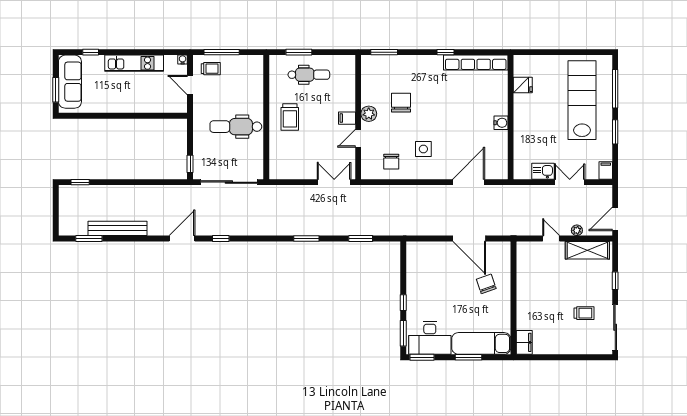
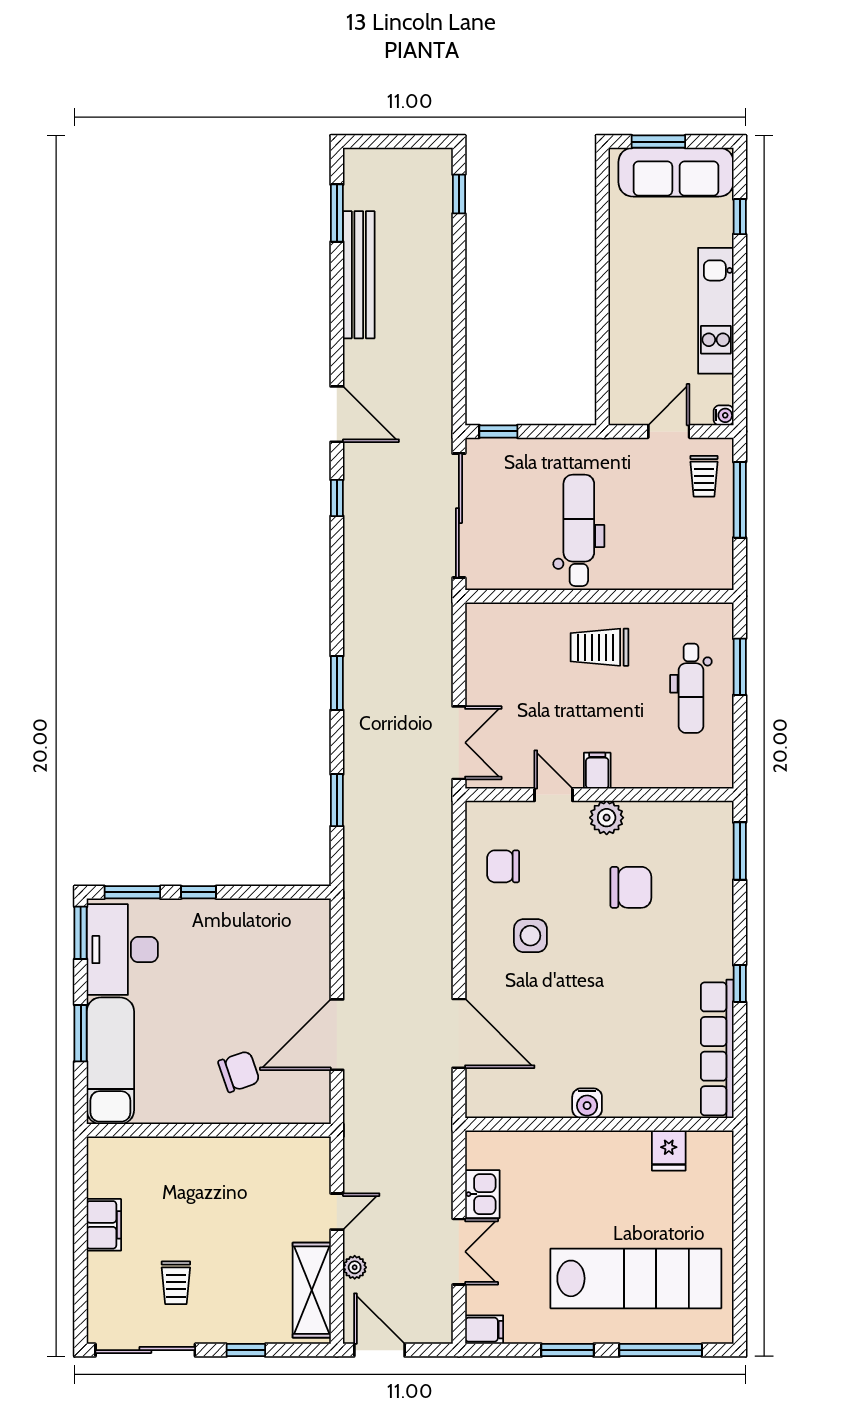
filing cabinet: (524, 342) -> (104, 1225), moved, turned -90

